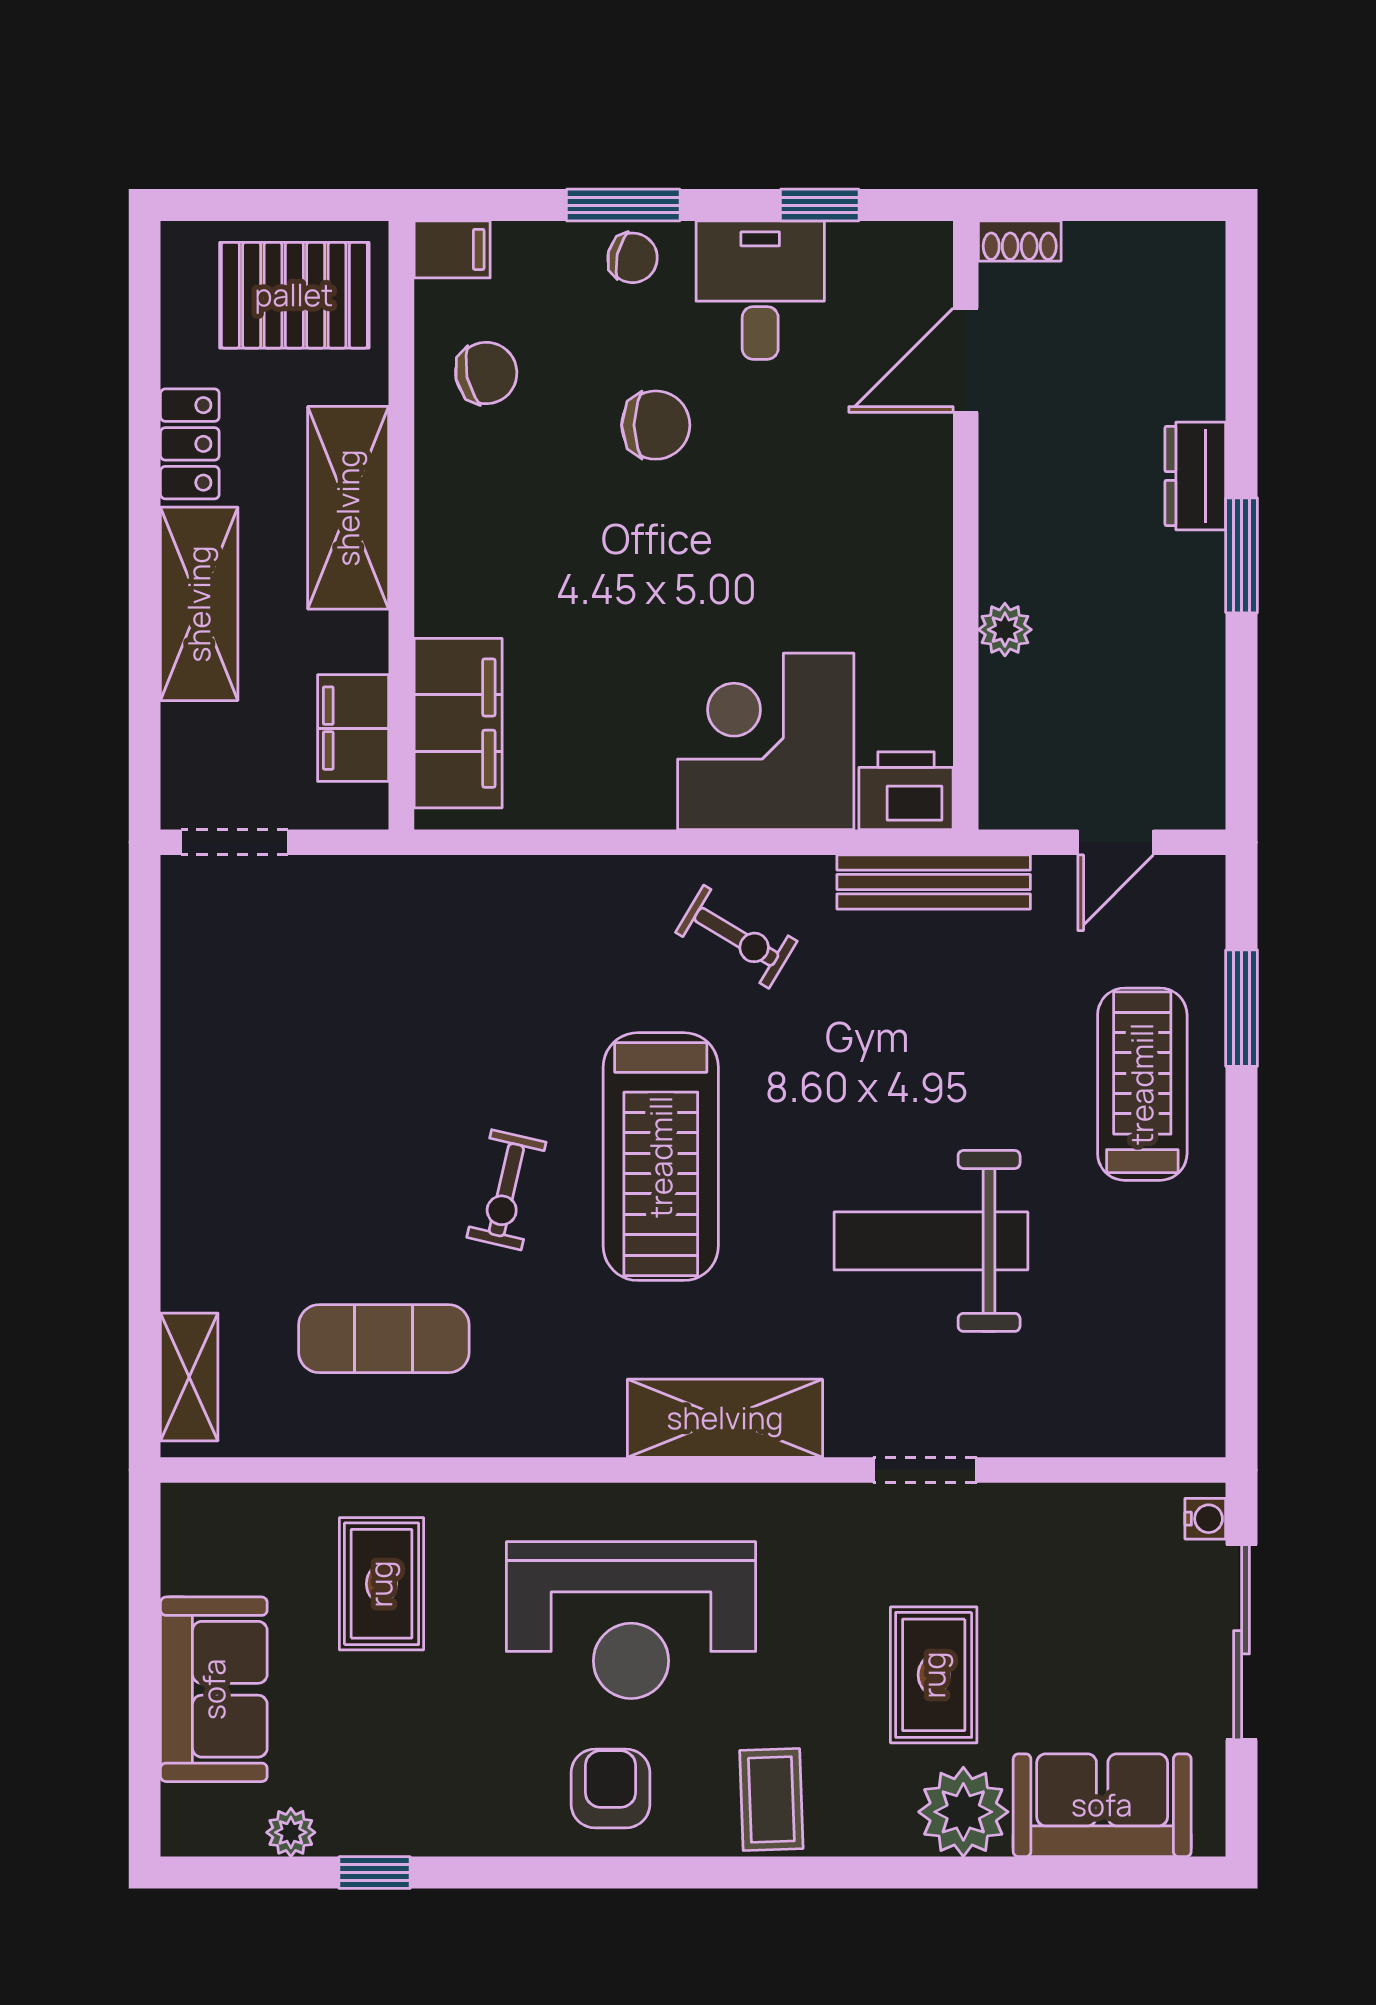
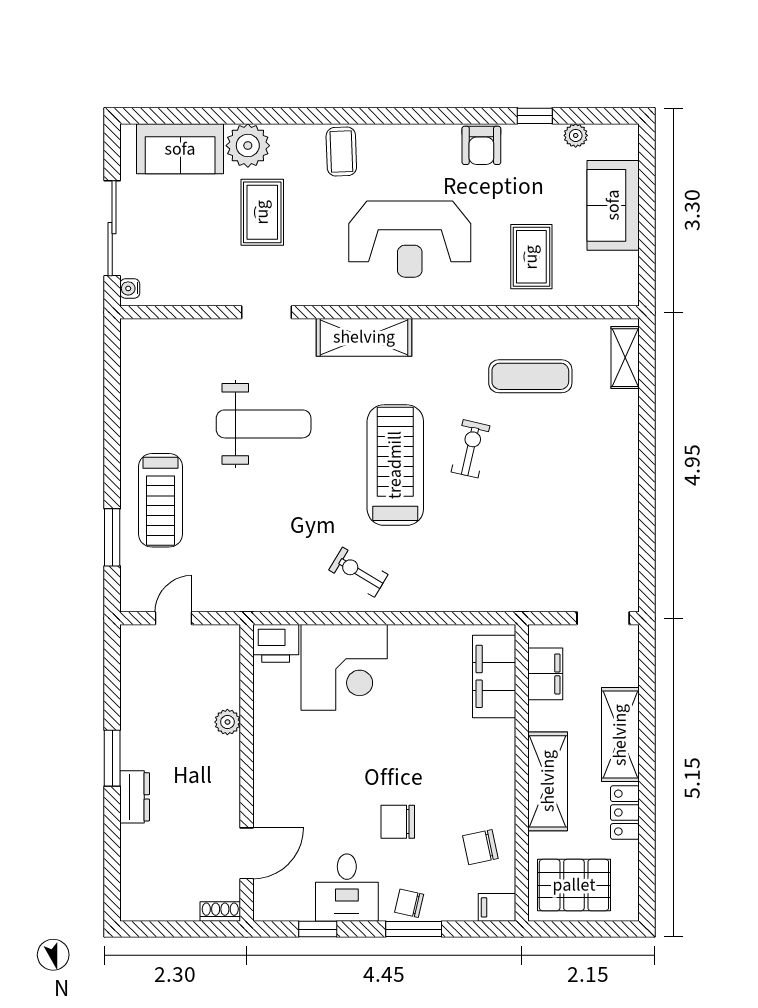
bench: (934, 882) -> (262, 599), removed
reception desk: (631, 1620) -> (410, 239), turned 180
armchair: (611, 1788) -> (481, 145), moved

